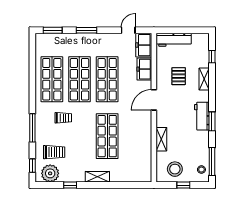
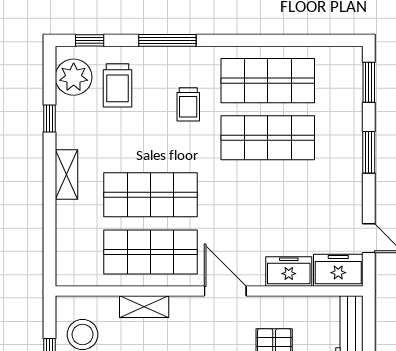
shop shelf: (107, 79) -> (150, 252), moved

